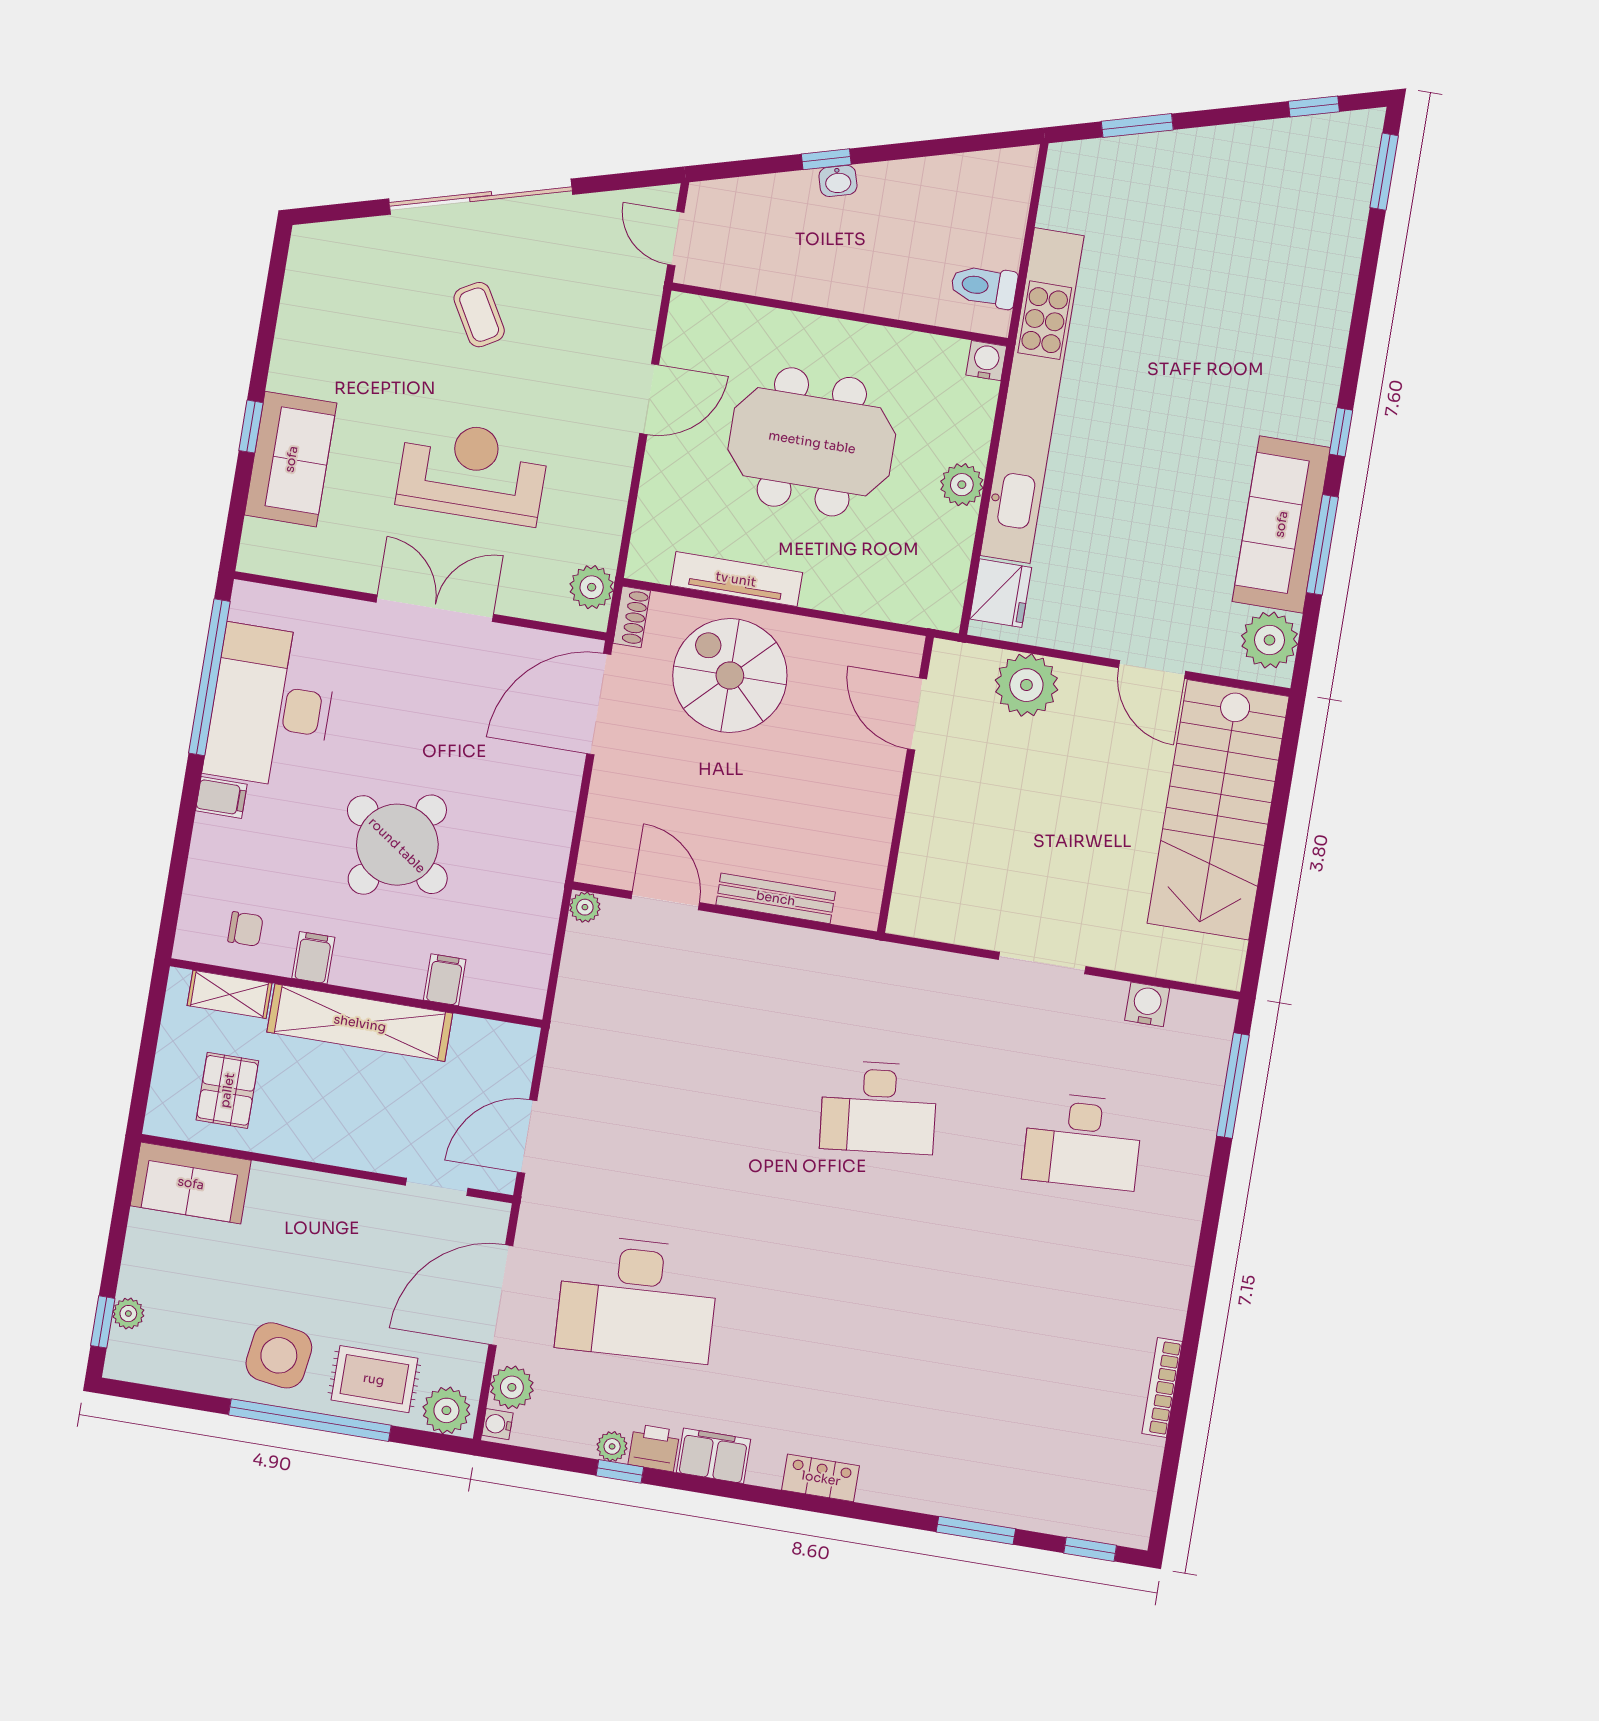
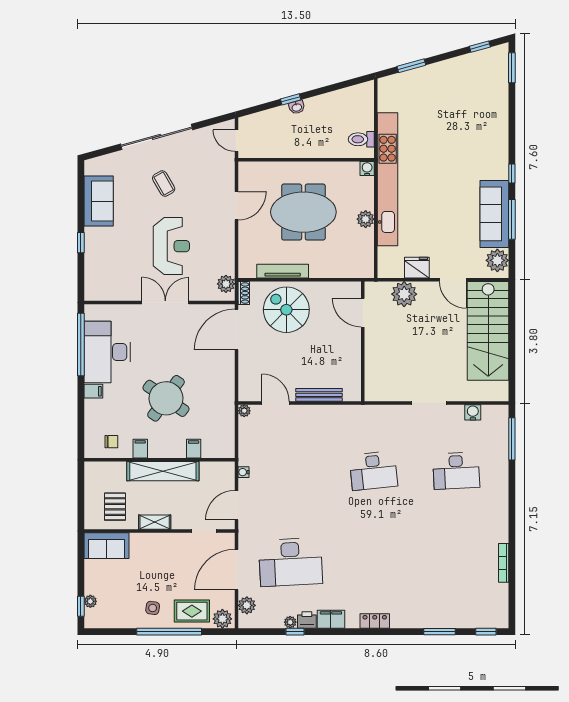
sofa: (291, 459) -> (99, 201), moved
reception desk: (473, 472) -> (171, 246), turned 90
fridge: (1001, 593) -> (417, 268), moved, turned -90
shelving: (229, 994) -> (155, 522), moved
side table: (279, 1355) -> (153, 608), width x0.54, depth x0.54
water cooler: (497, 1424) -> (243, 472), moved

